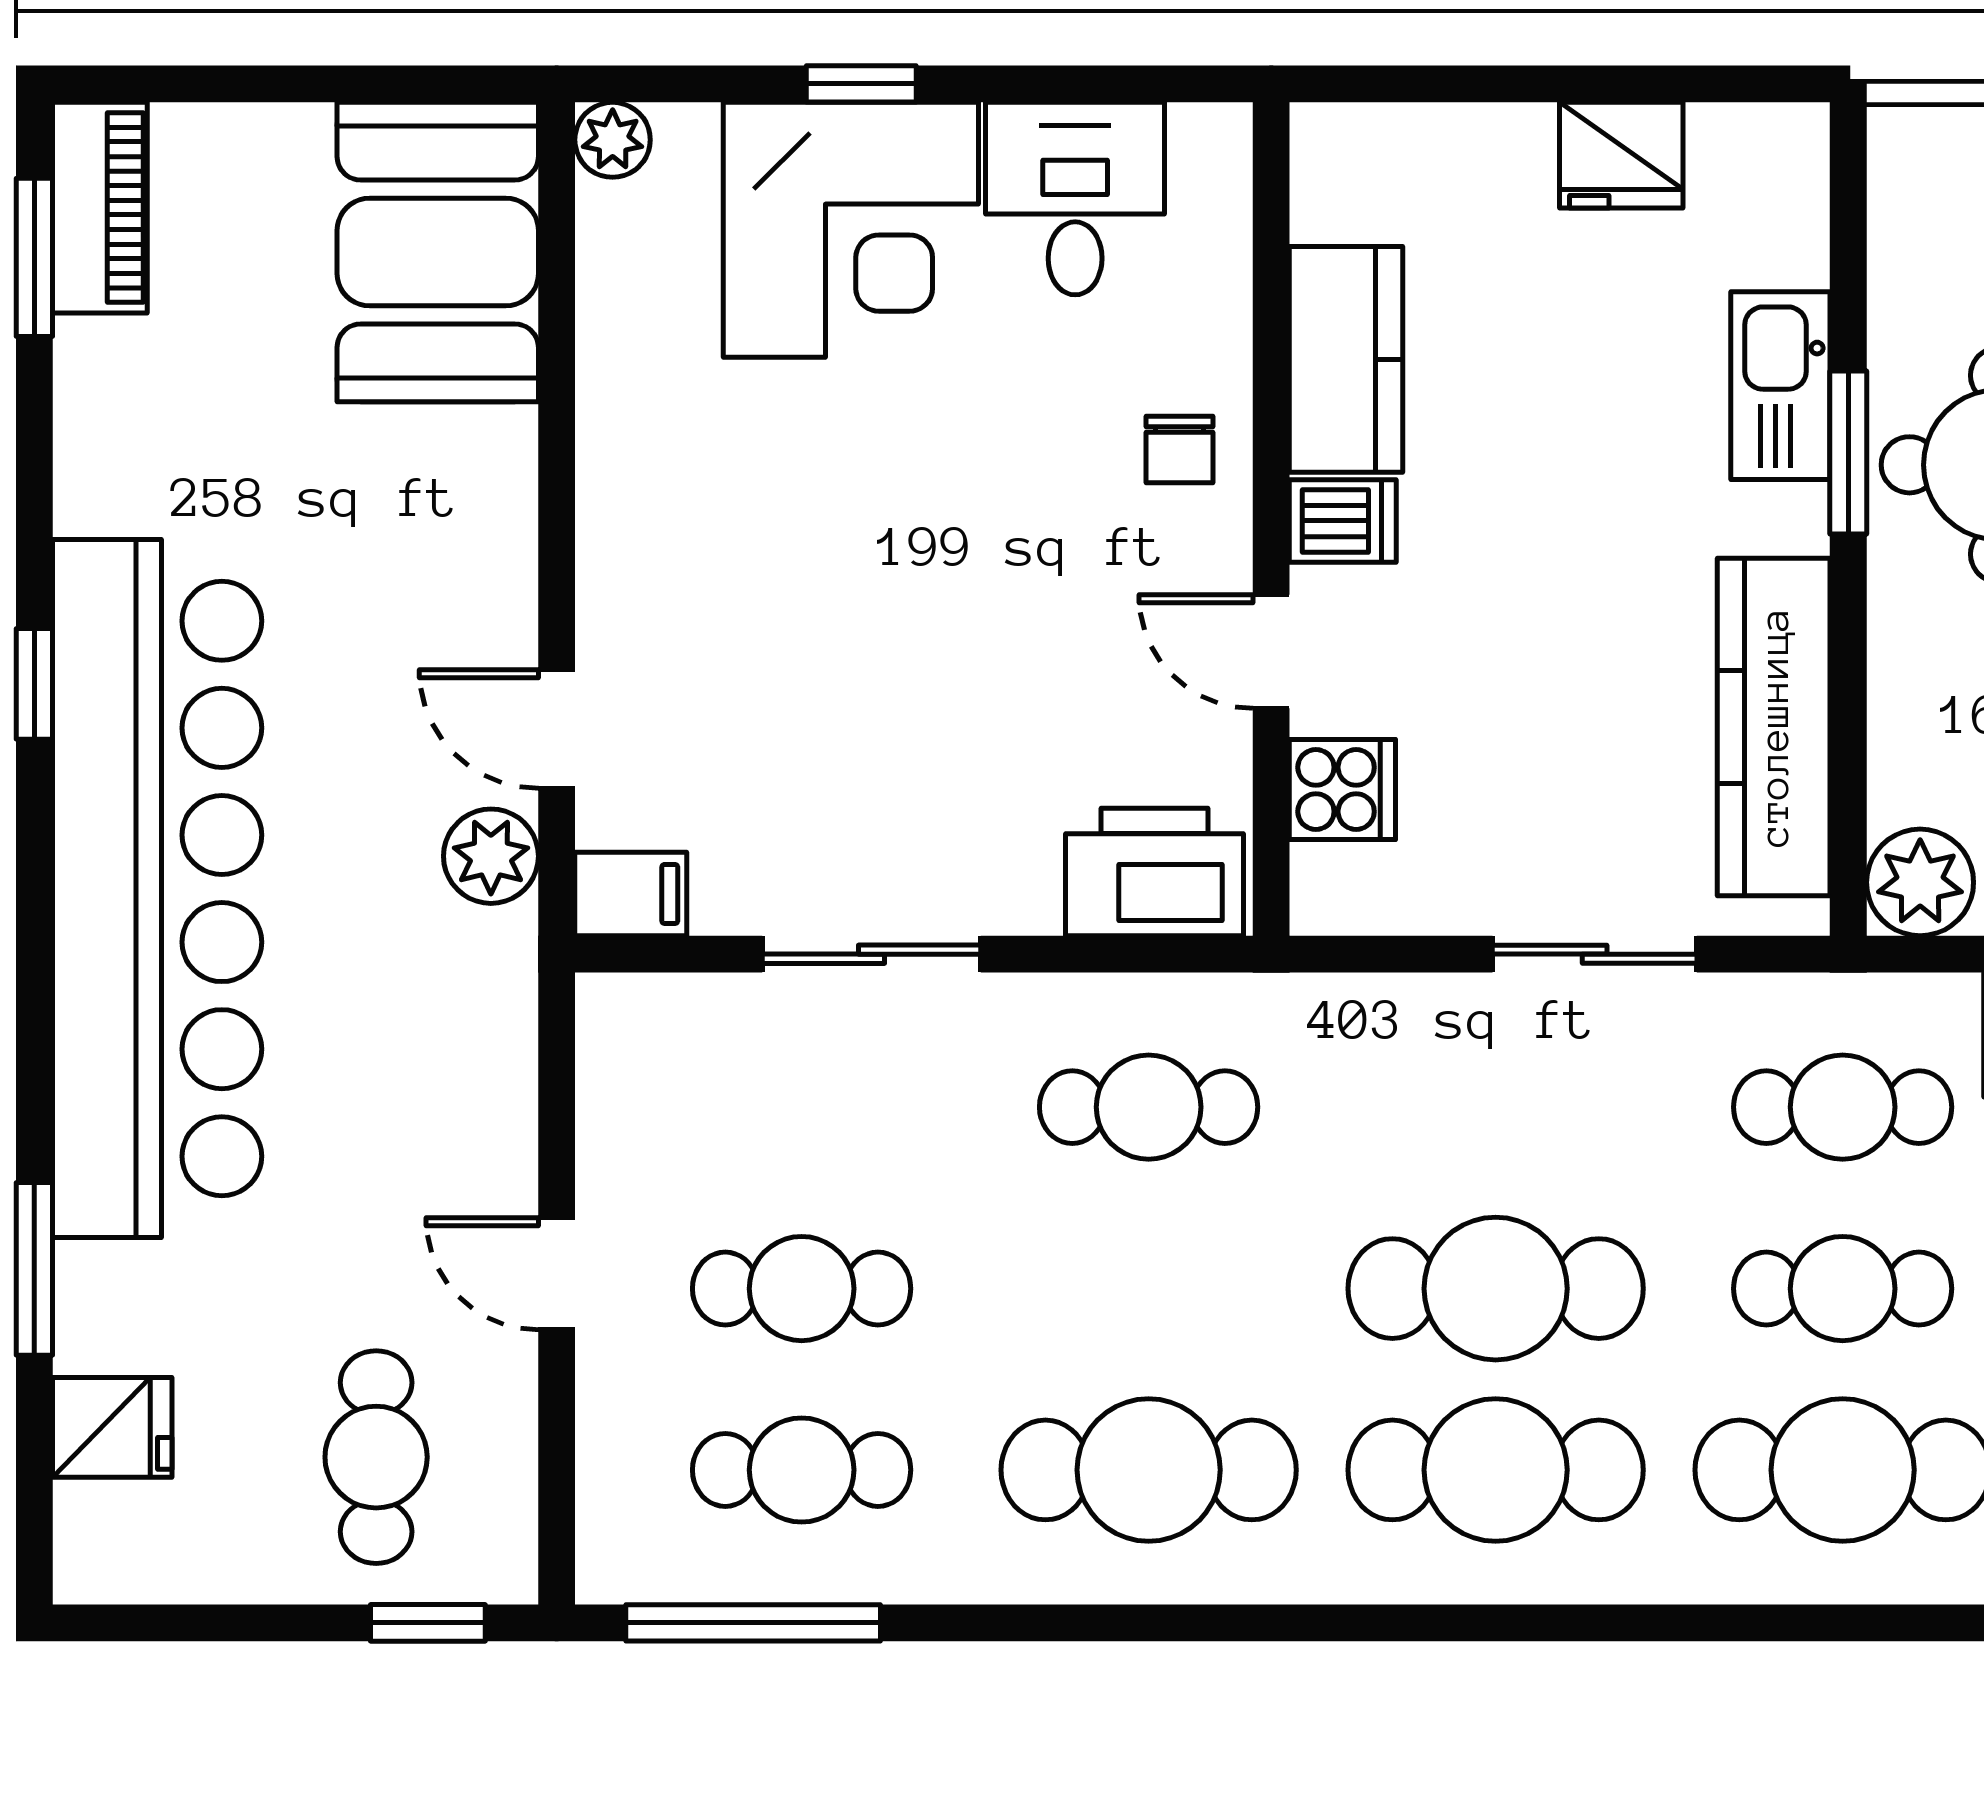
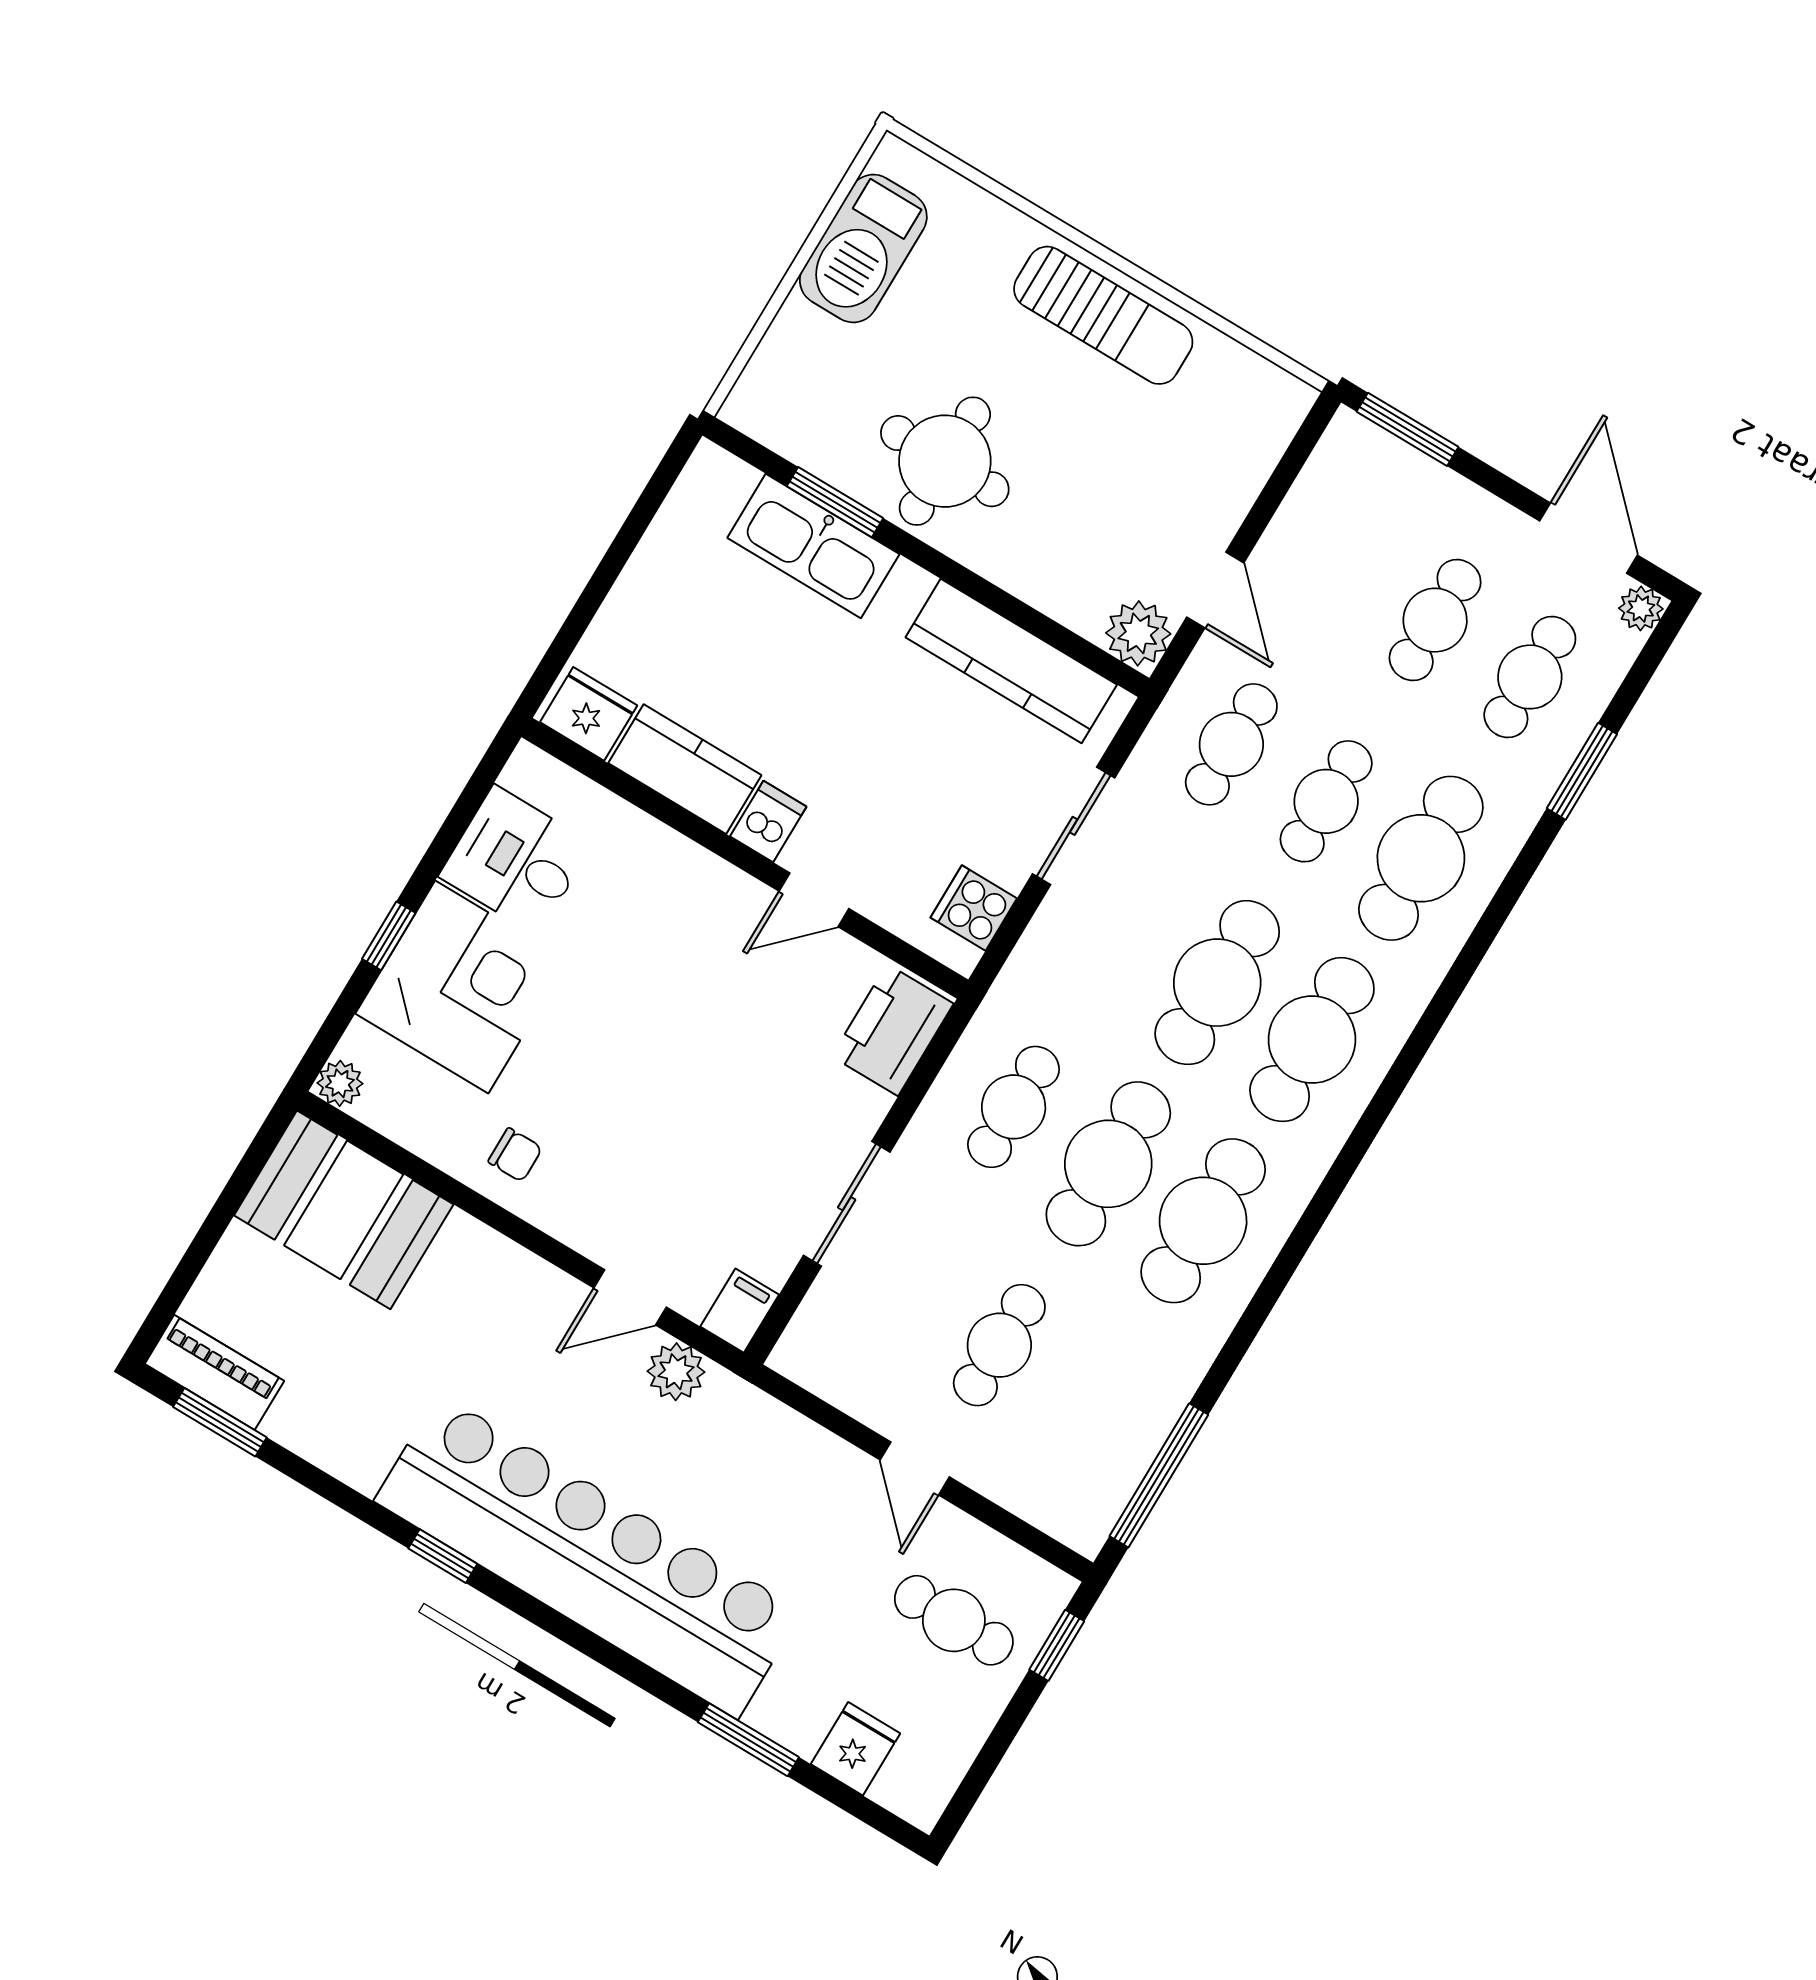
fridge: (1621, 155) -> (589, 714), moved, turned -90
kitchen sink: (1780, 386) -> (813, 546), width x1.36, depth x1.24
chair: (1179, 449) -> (515, 1155), moved
window: (1848, 452) -> (835, 502), moved
cooker: (1342, 789) -> (974, 908), moved, turned -90
door: (557, 1274) -> (915, 1468), hinge flipped
cafe table: (802, 1470) -> (1108, 1164), moved, width x1.37, depth x1.35

